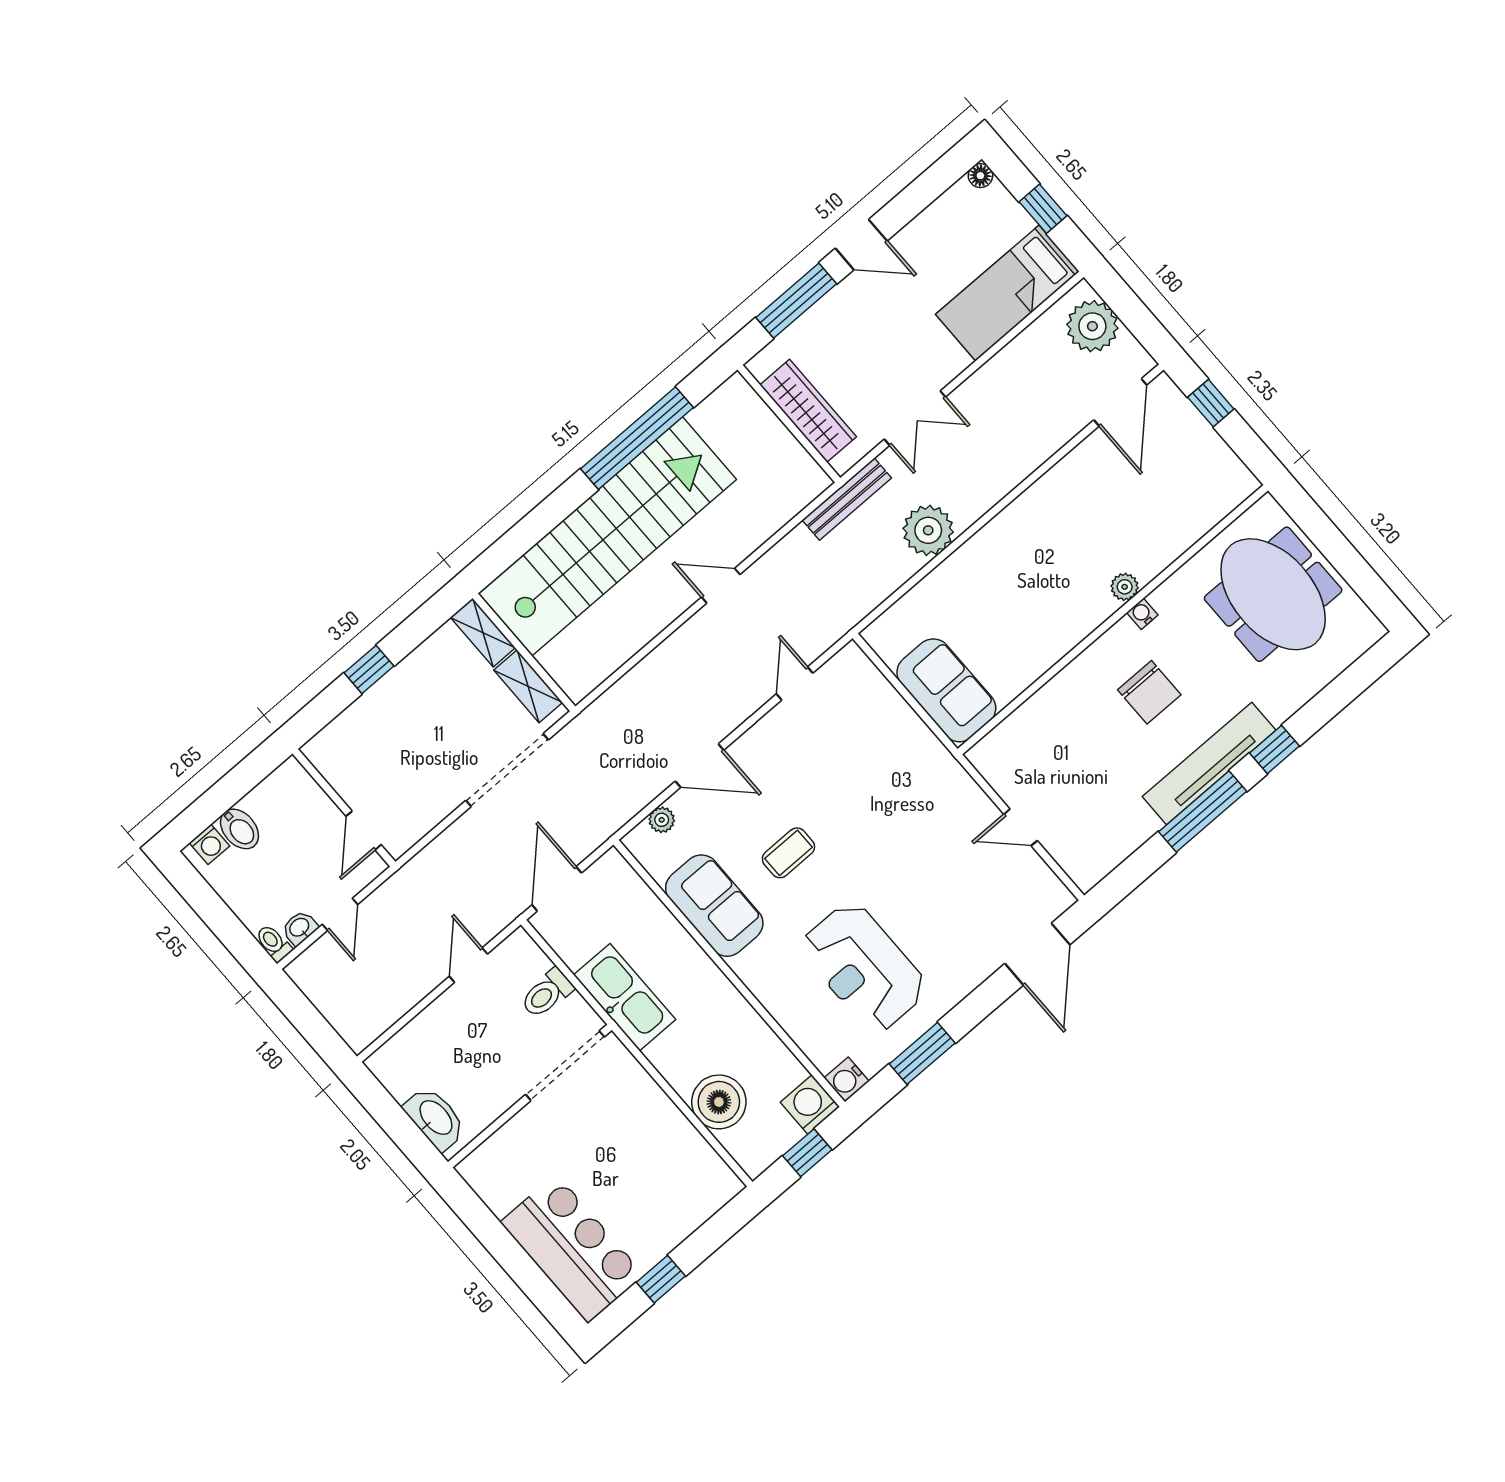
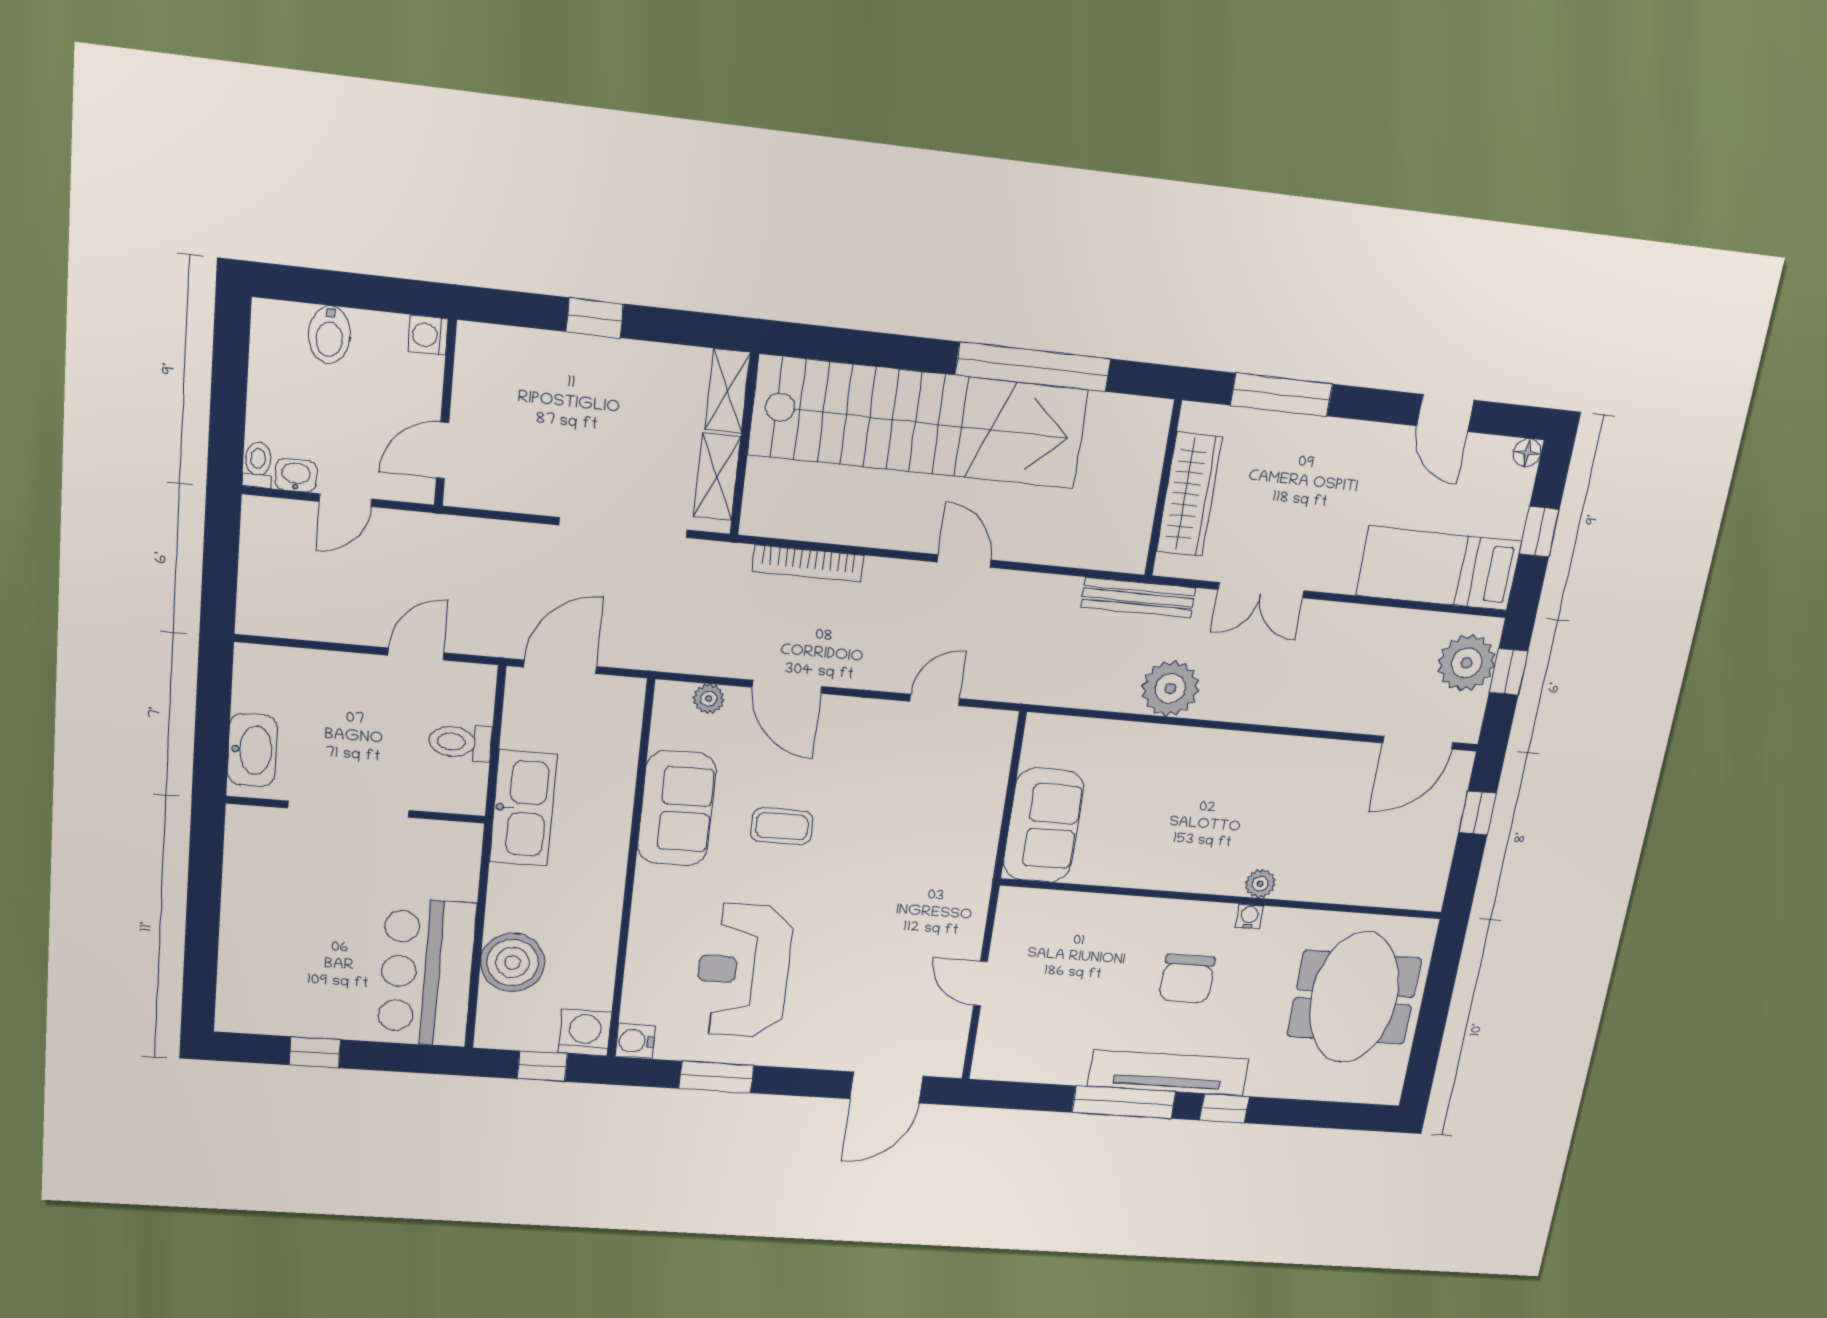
door: (861, 245) -> (1445, 413), moved
window: (1125, 304) -> (1508, 672), added
bookcase: (633, 681) -> (808, 564), added
washing machine: (209, 844) -> (428, 335), moved, turned 90
doorway: (565, 1066) -> (349, 809), moved
bar counter: (572, 1249) -> (427, 973), moved, turned 180

